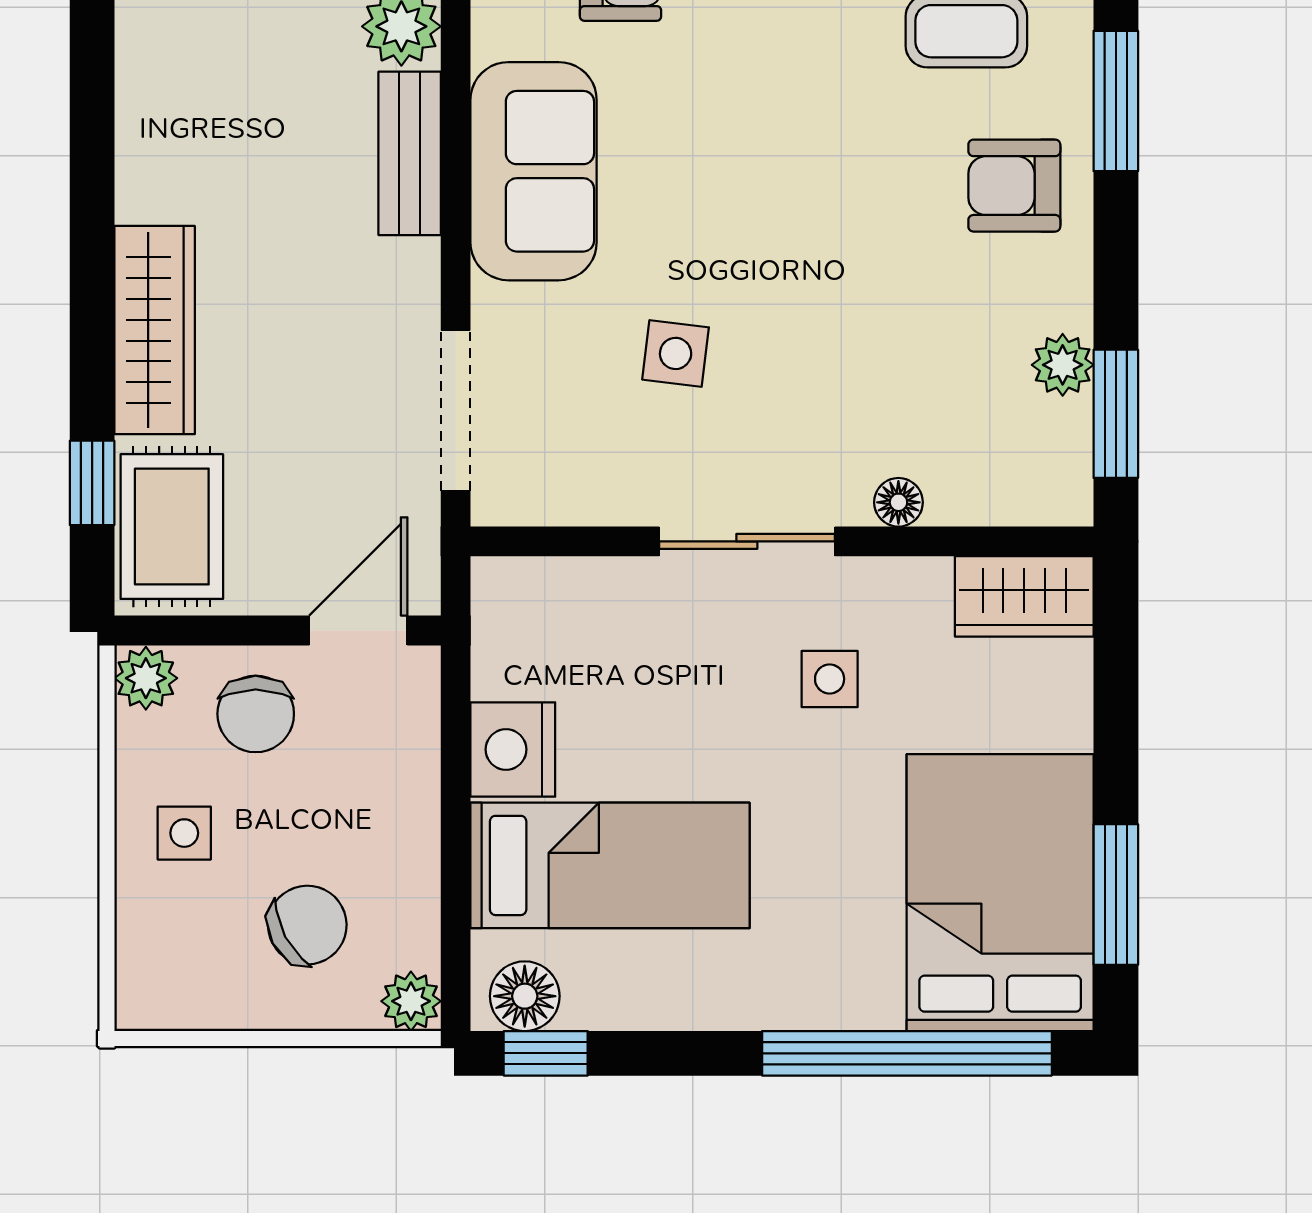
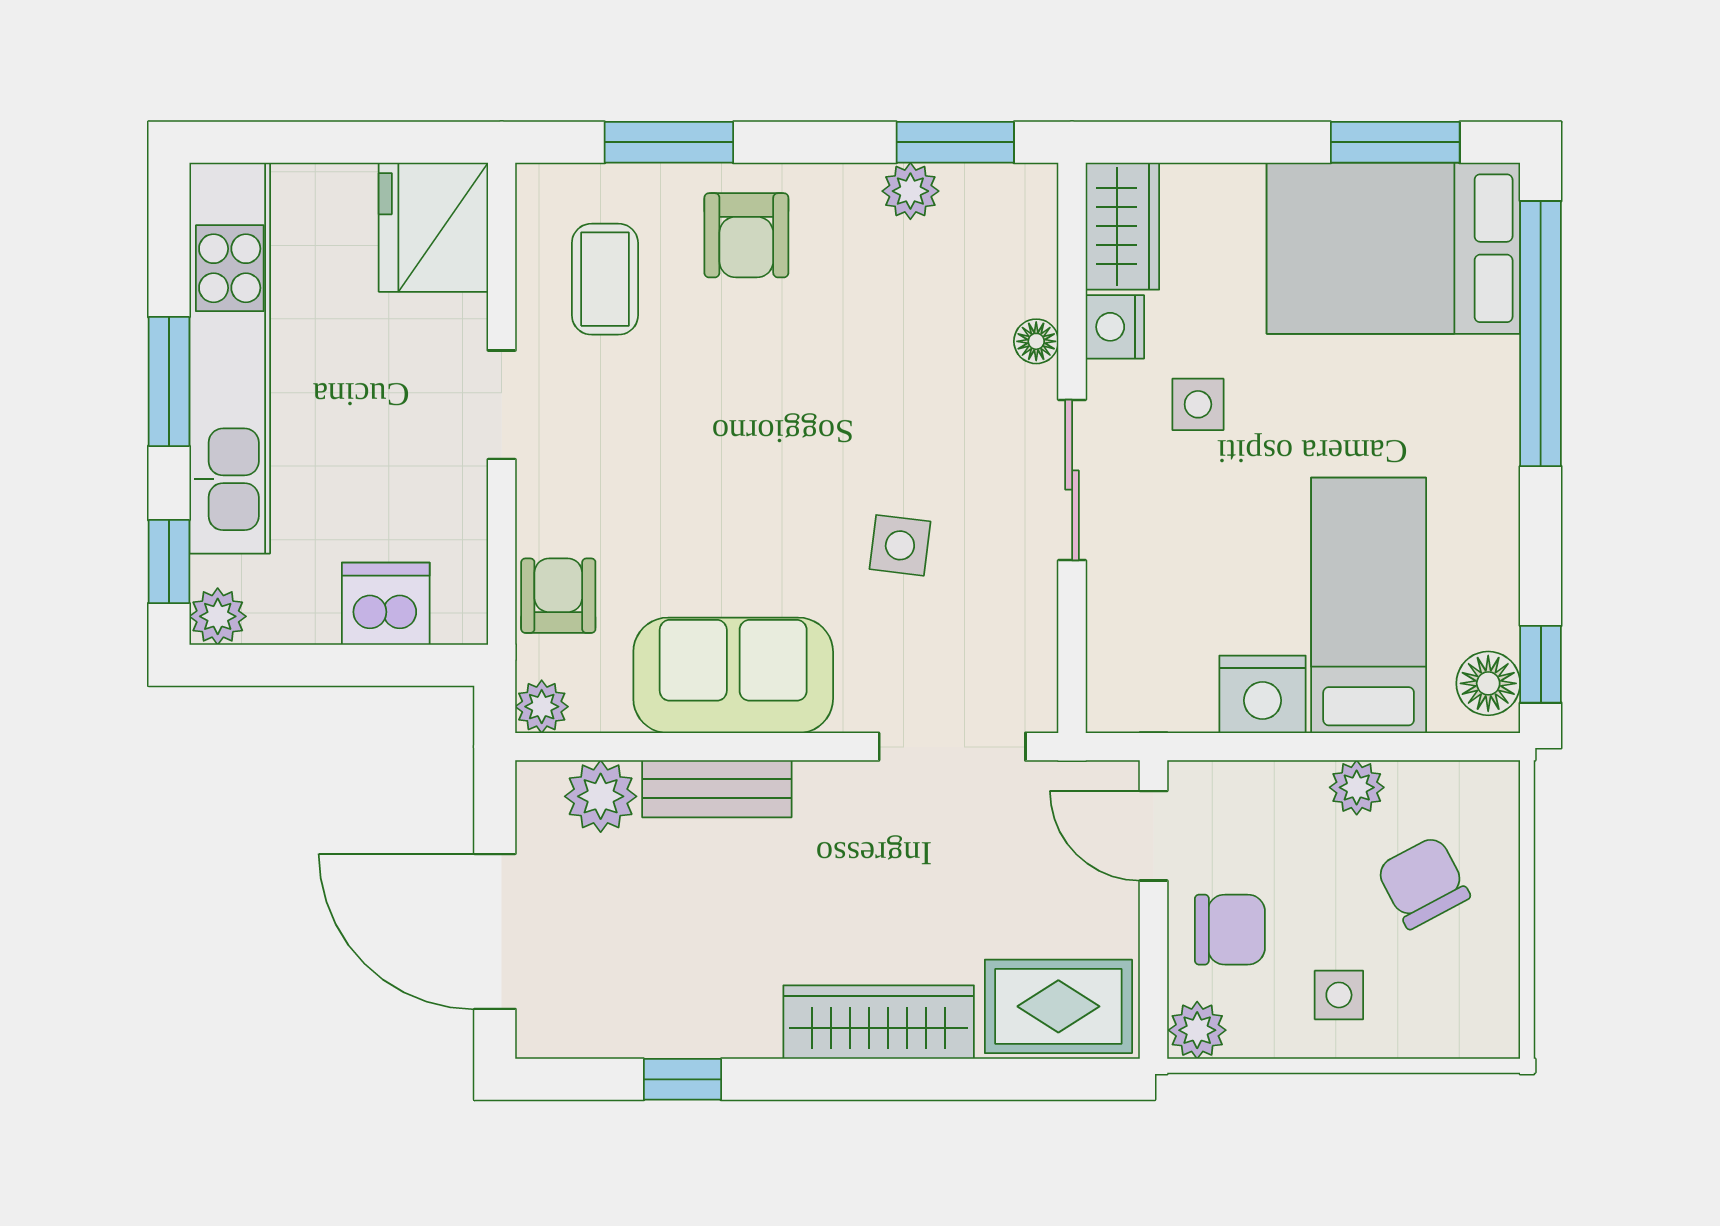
window: (92, 483) -> (682, 1079), moved
nightstand: (914, 588) -> (1115, 327), added
plant: (411, 1001) -> (1357, 787), moved

